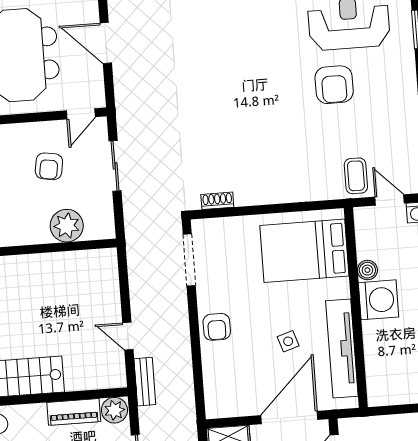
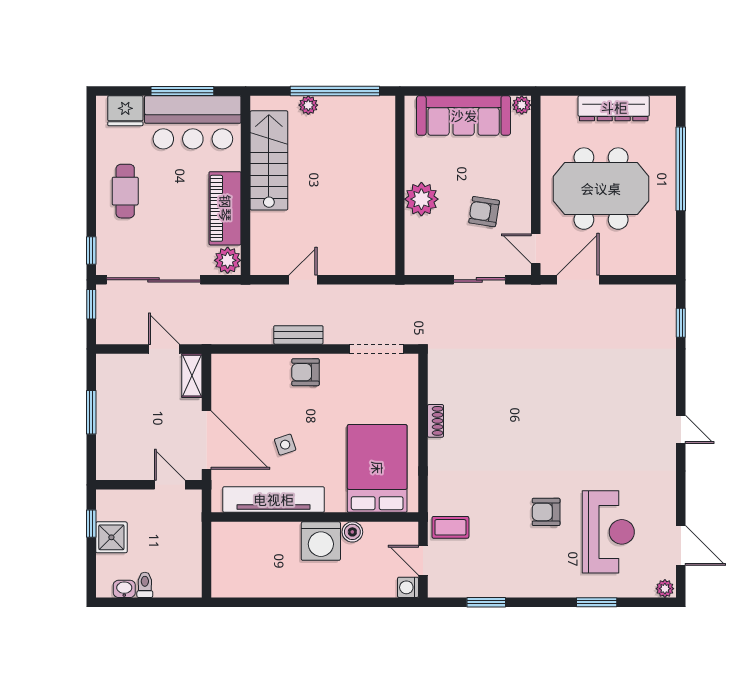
door: (106, 43) -> (578, 280), moved
armchair: (334, 85) -> (546, 512), width x0.72, depth x0.72
door: (390, 200) -> (423, 560), swing flipped
shoe rack: (217, 201) -> (435, 421), moved
plant: (67, 226) -> (421, 199), moved
bench: (145, 382) -> (298, 335), moved
piano: (74, 412) -> (225, 208), width x1.37, depth x1.33

